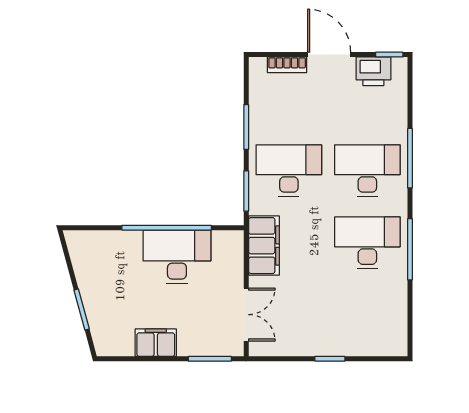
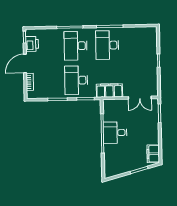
desk: (177, 257) -> (115, 133), width x0.73
double door: (246, 315) -> (140, 98), swing flipped
filing cabinet: (156, 343) -> (153, 154), moved

